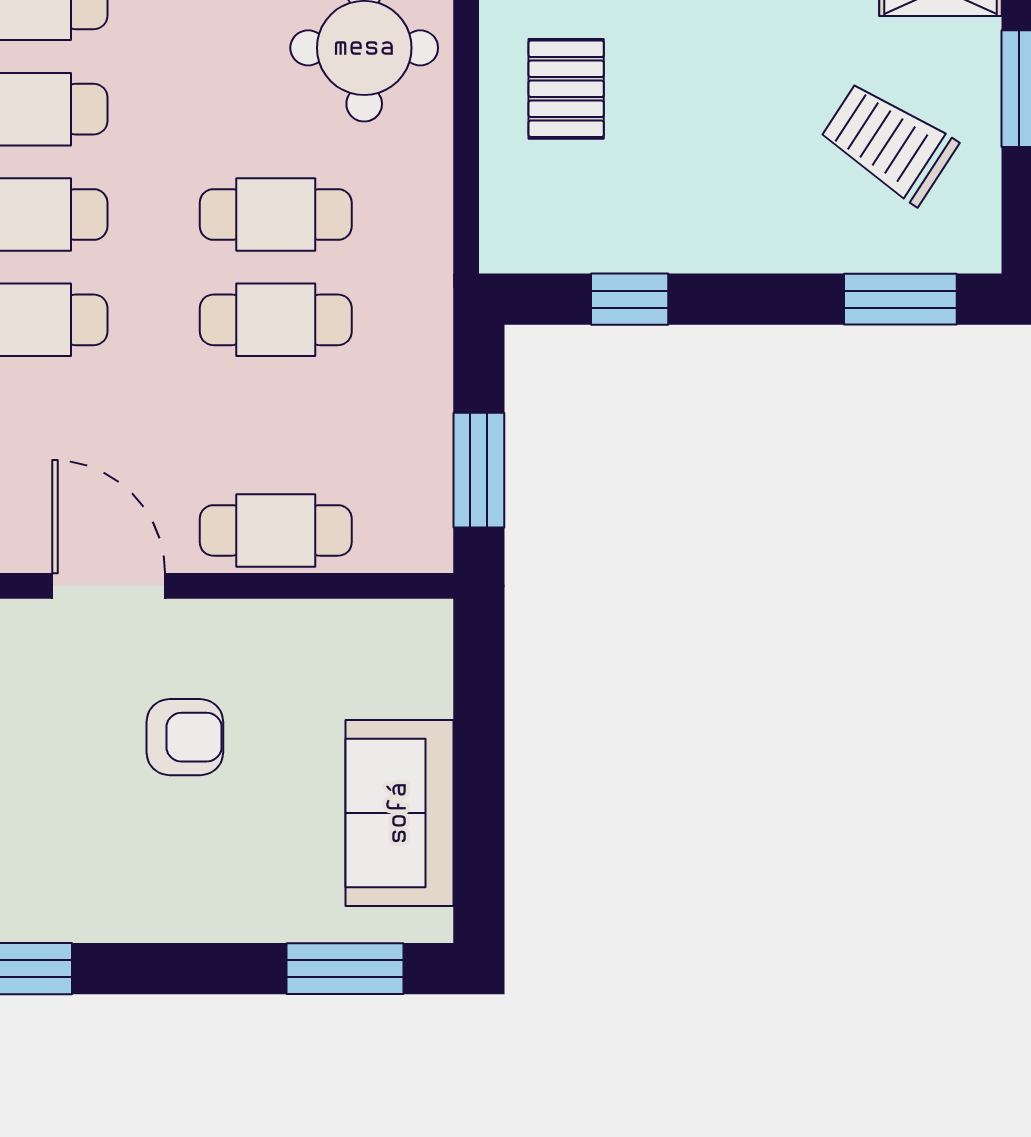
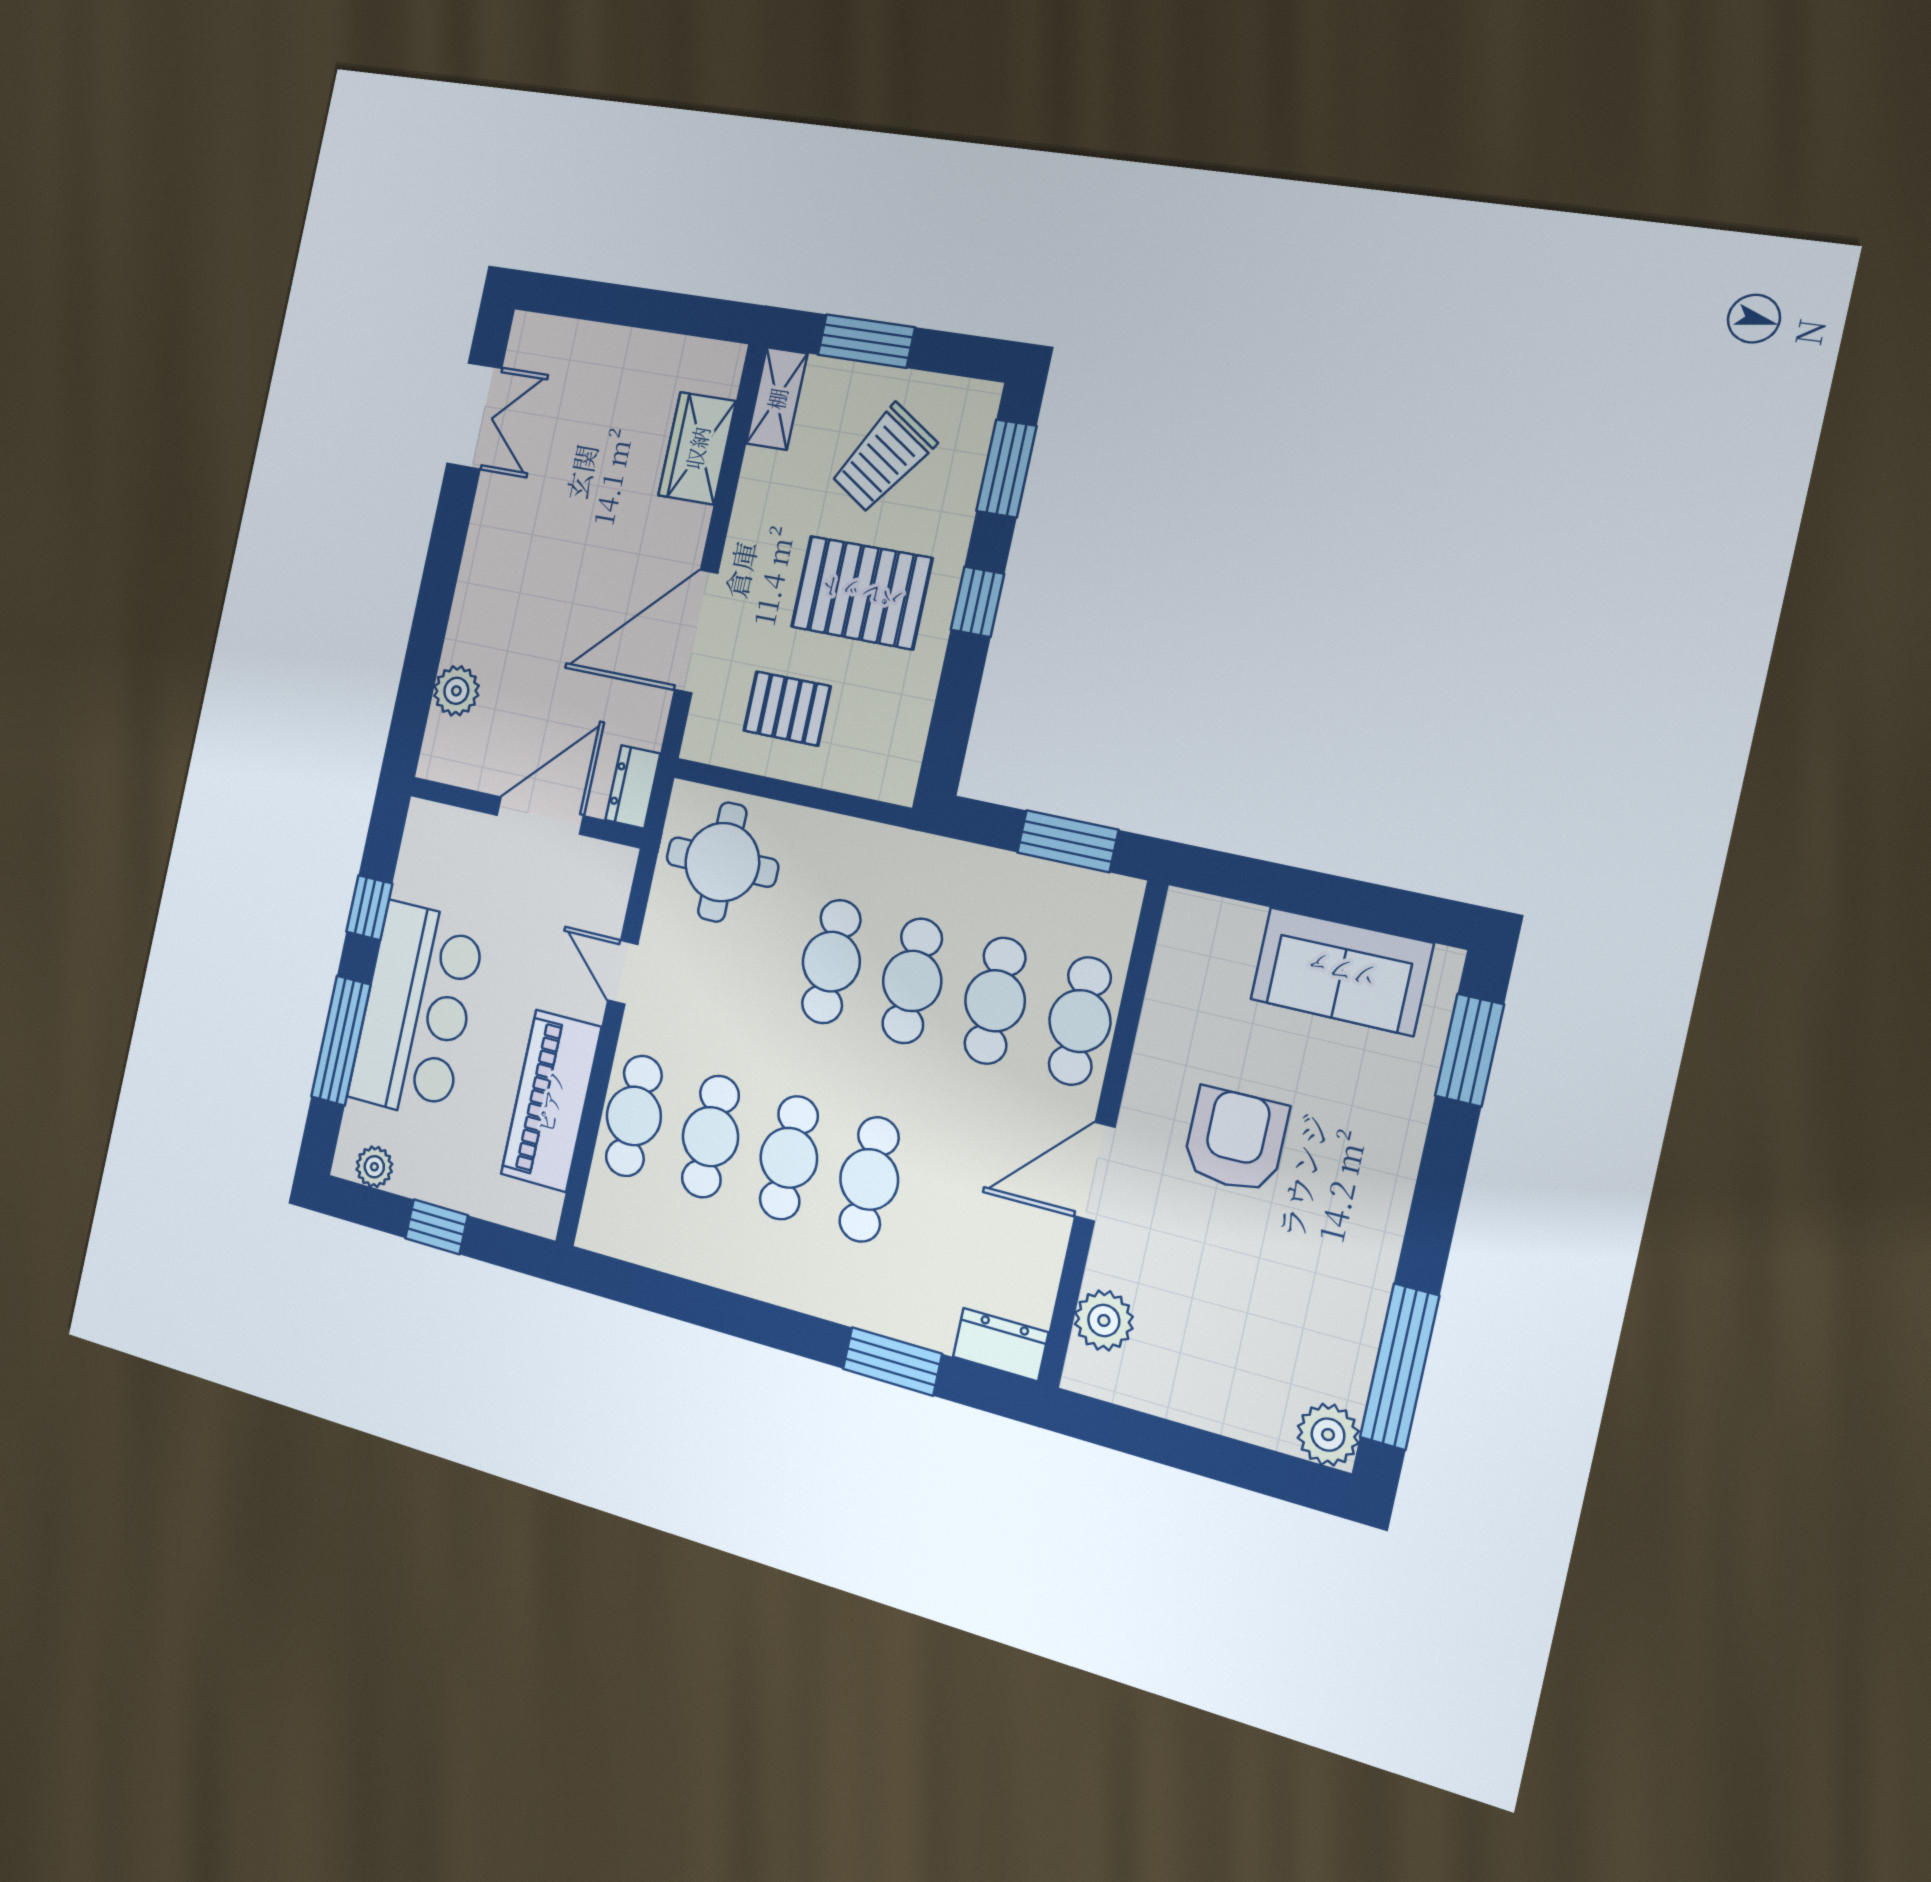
pallet: (723, 152) -> (861, 593), added
window: (630, 299) -> (977, 602), moved
cafe table: (276, 425) -> (995, 1001), added
armchair: (185, 737) -> (1235, 1140), width x1.38, depth x1.38

